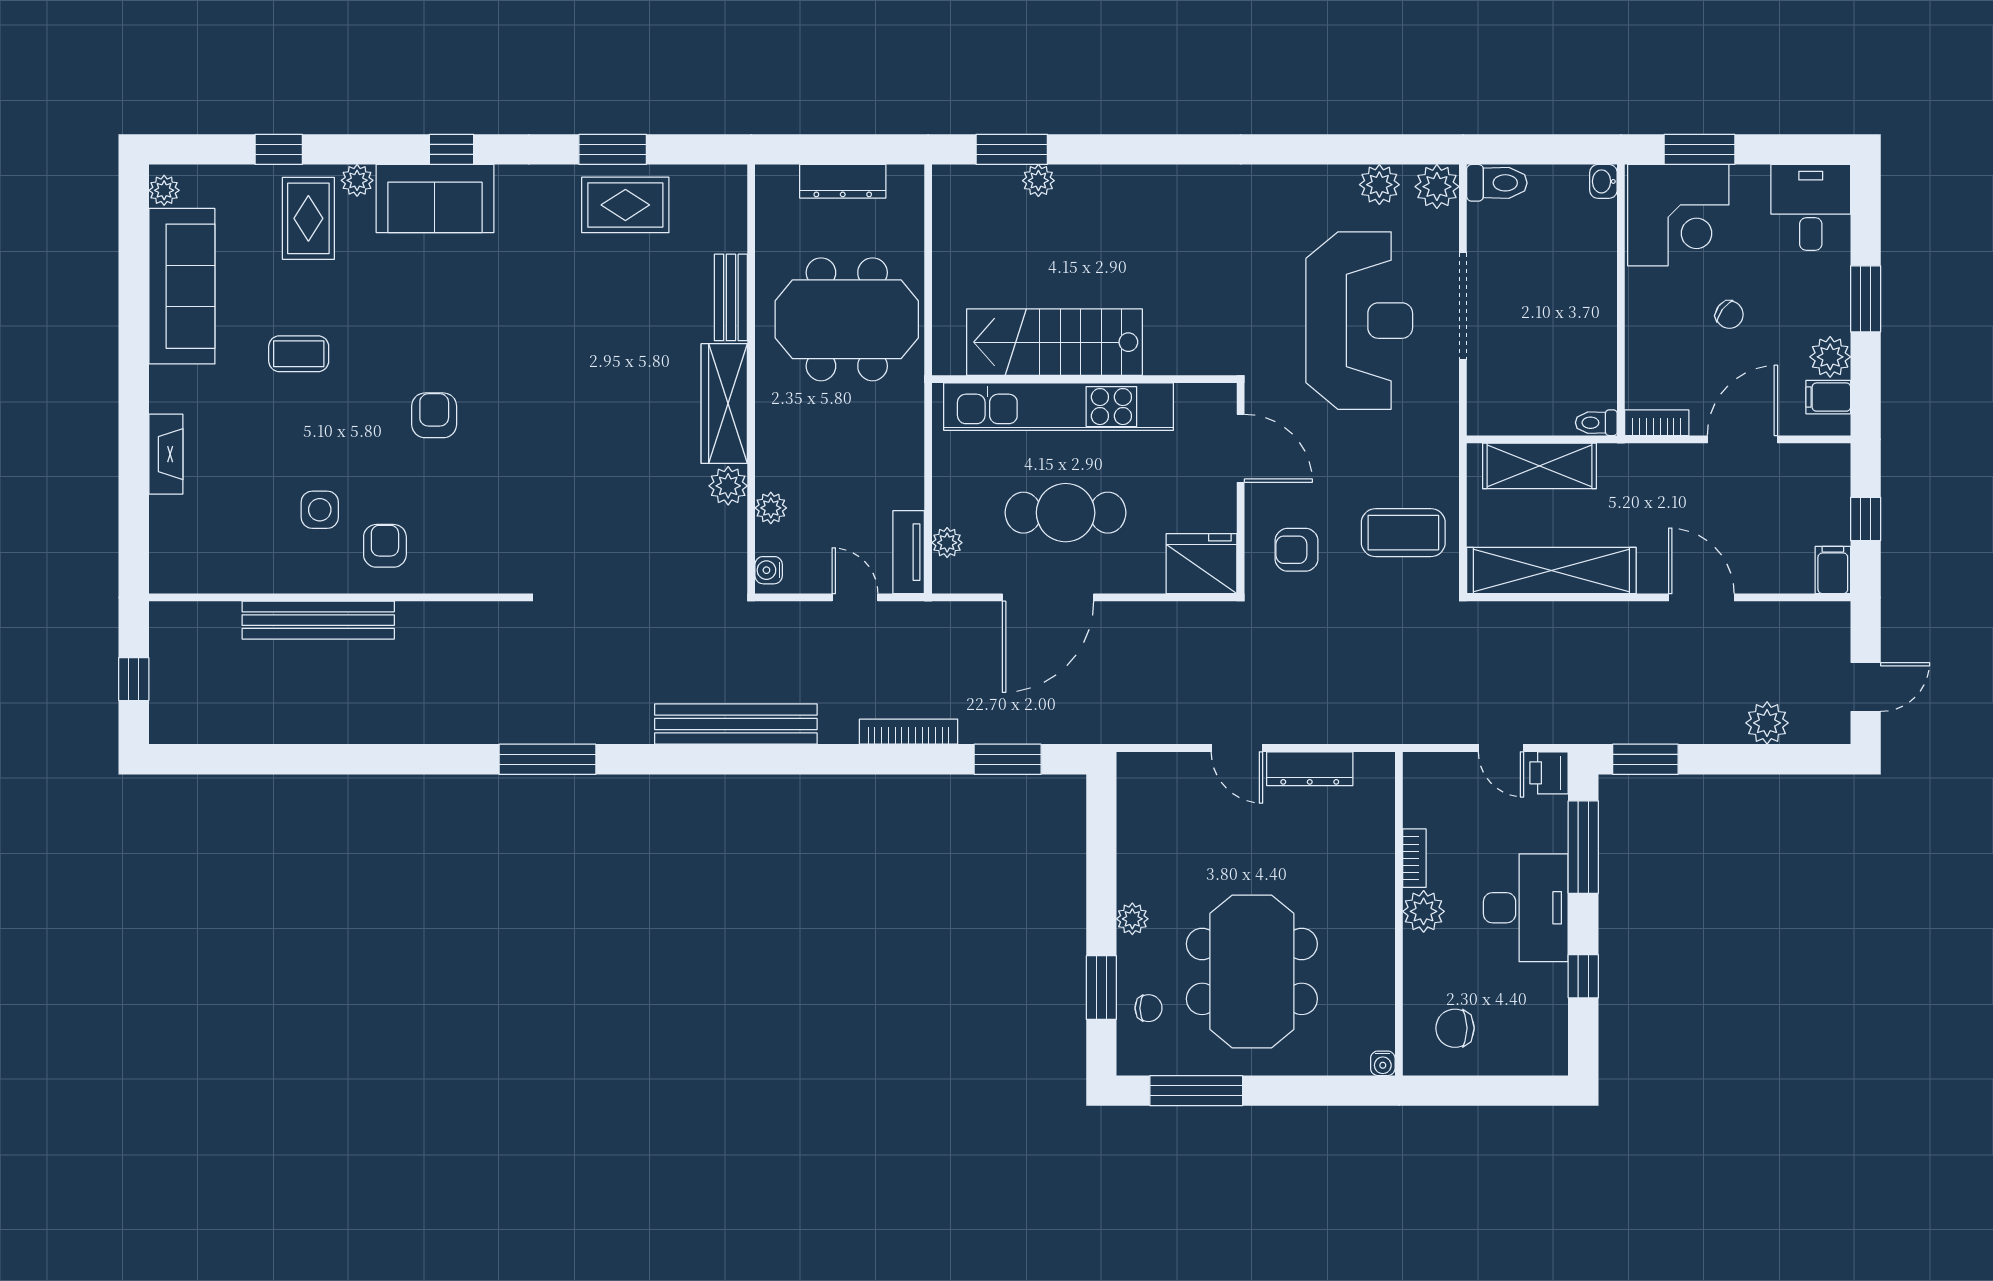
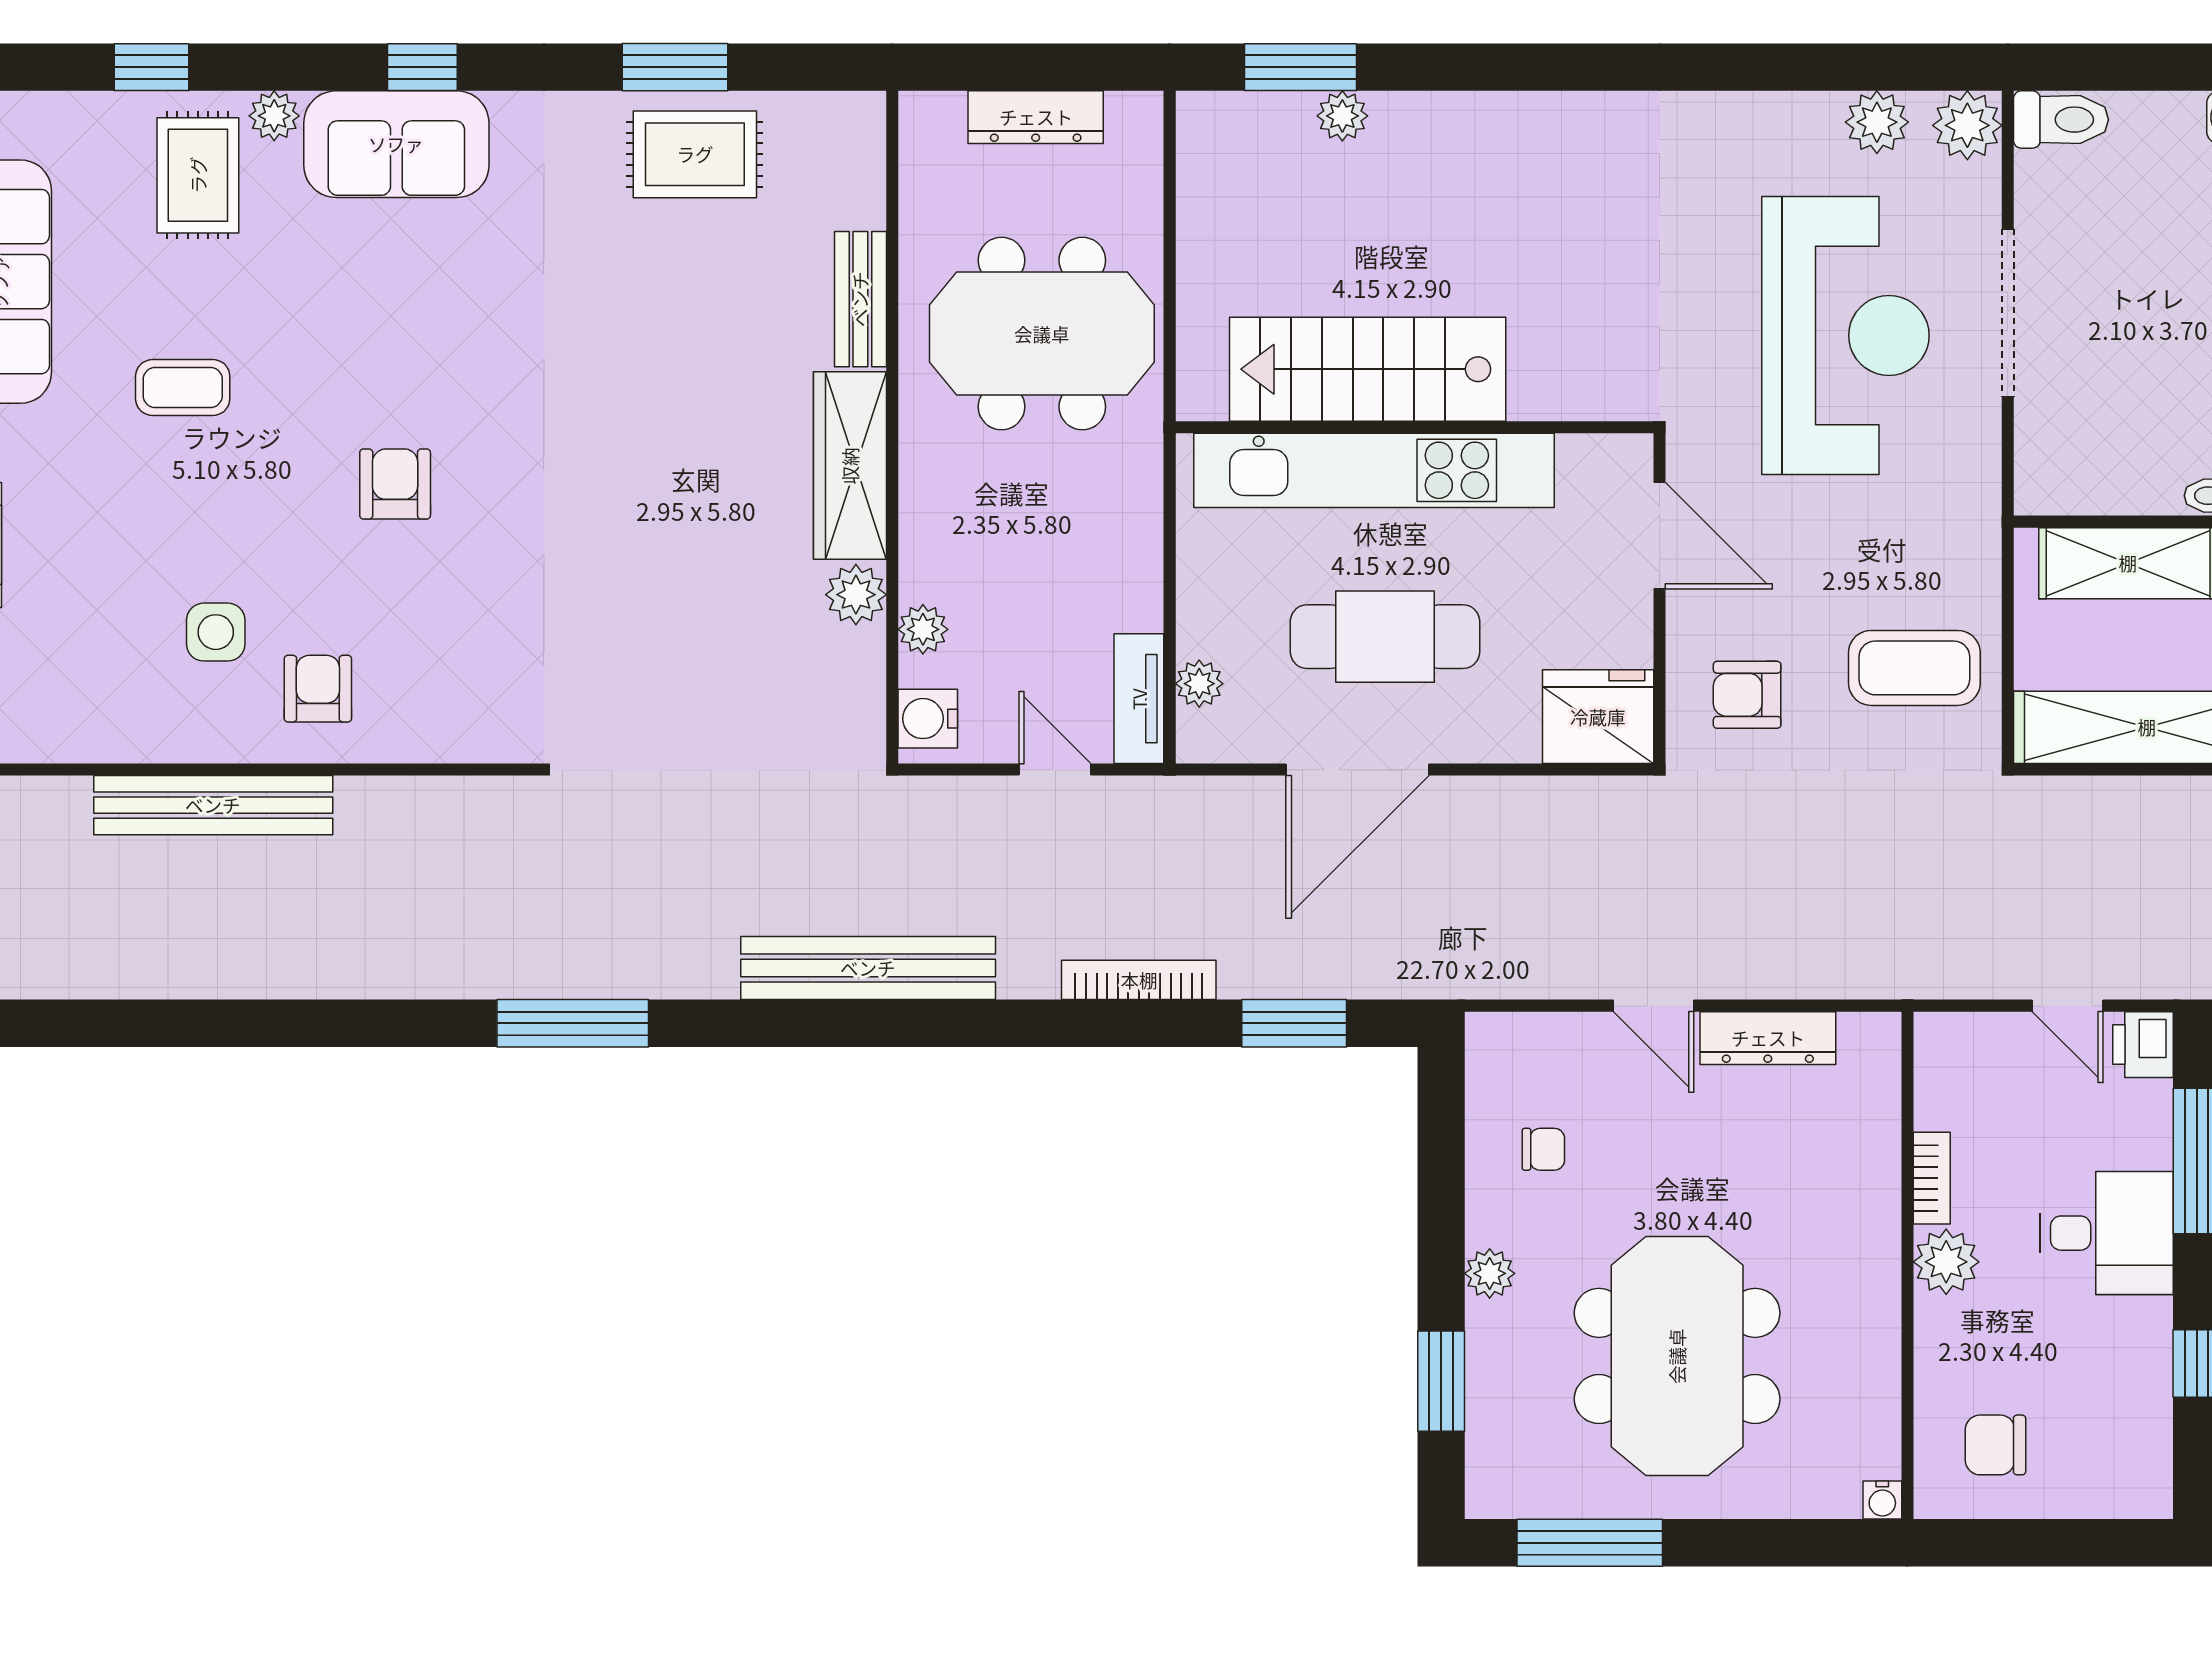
water cooler: (769, 570) -> (928, 719), width x1.38, depth x1.38
desk: (1526, 908) -> (2107, 1233), width x0.73
chair: (1148, 1008) -> (1543, 1149), moved

